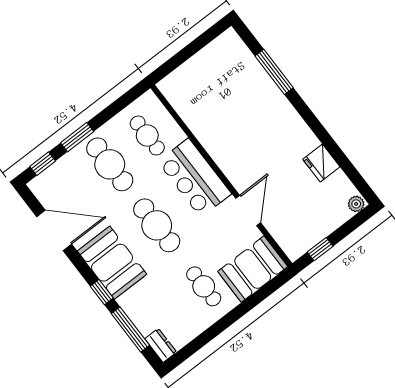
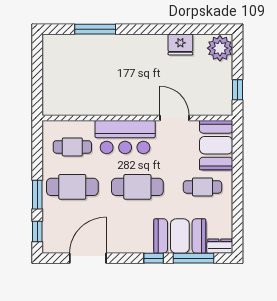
plant: (356, 204) -> (220, 48), width x1.87, depth x1.87
booth: (112, 263) -> (180, 236), moved

